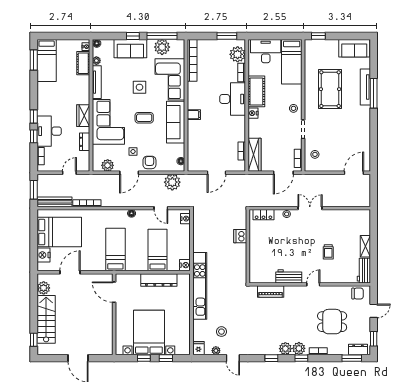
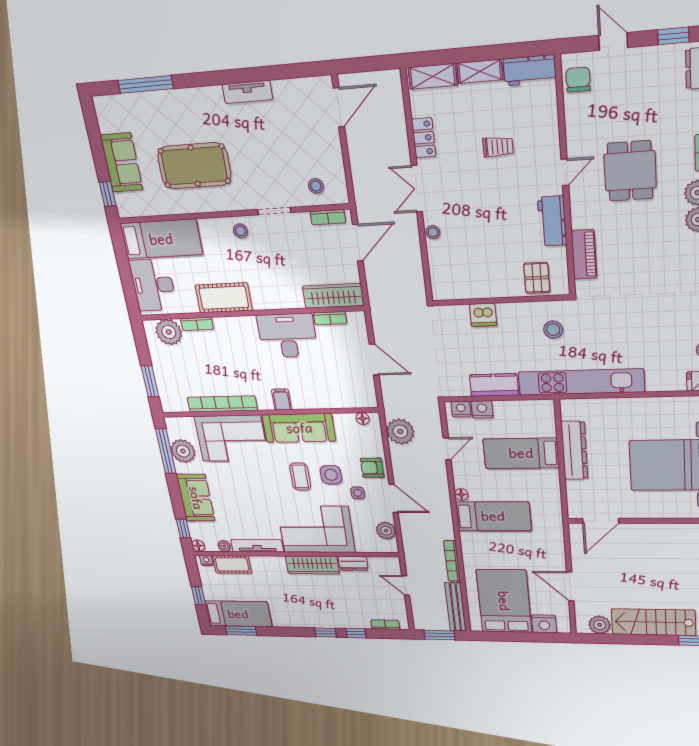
window: (60, 36) -> (198, 596), added
window: (133, 36) -> (183, 529), moved
window: (227, 36) -> (150, 381), moved
sofa: (354, 48) -> (122, 162), moved
bookcase: (192, 60) -> (222, 404), moved
side table: (139, 87) -> (331, 475), moved
tv unit: (365, 87) -> (247, 92), moved, width x0.71
window: (374, 93) -> (146, 84), moved
desk: (233, 99) -> (287, 336), moved
nightstand: (253, 113) -> (262, 302), removed
wardrobe: (83, 116) -> (312, 565), width x1.50
desk: (49, 131) -> (344, 612), removed
door: (283, 173) -> (358, 243), hinge flipped
door: (354, 173) -> (339, 107), swing flipped
locker: (263, 215) -> (424, 138), moved
shelving: (365, 223) -> (433, 76), added
kitchen counter: (199, 238) -> (494, 385), added
bed: (115, 249) -> (493, 516), moved, turned 180
nightstand: (185, 265) -> (482, 409), moved
pallet: (259, 266) -> (537, 278), added
door: (313, 284) -> (565, 172), swing flipped
dining table: (332, 322) -> (630, 171), moved
stool: (221, 332) -> (553, 330), moved

